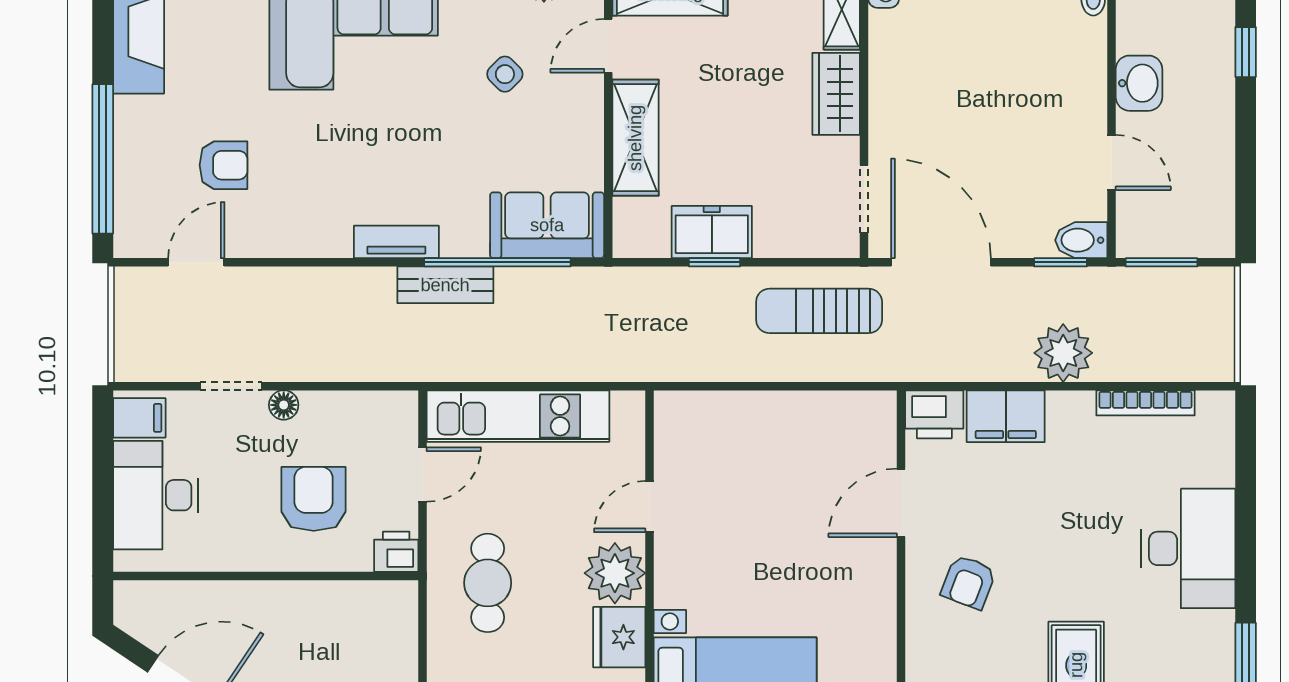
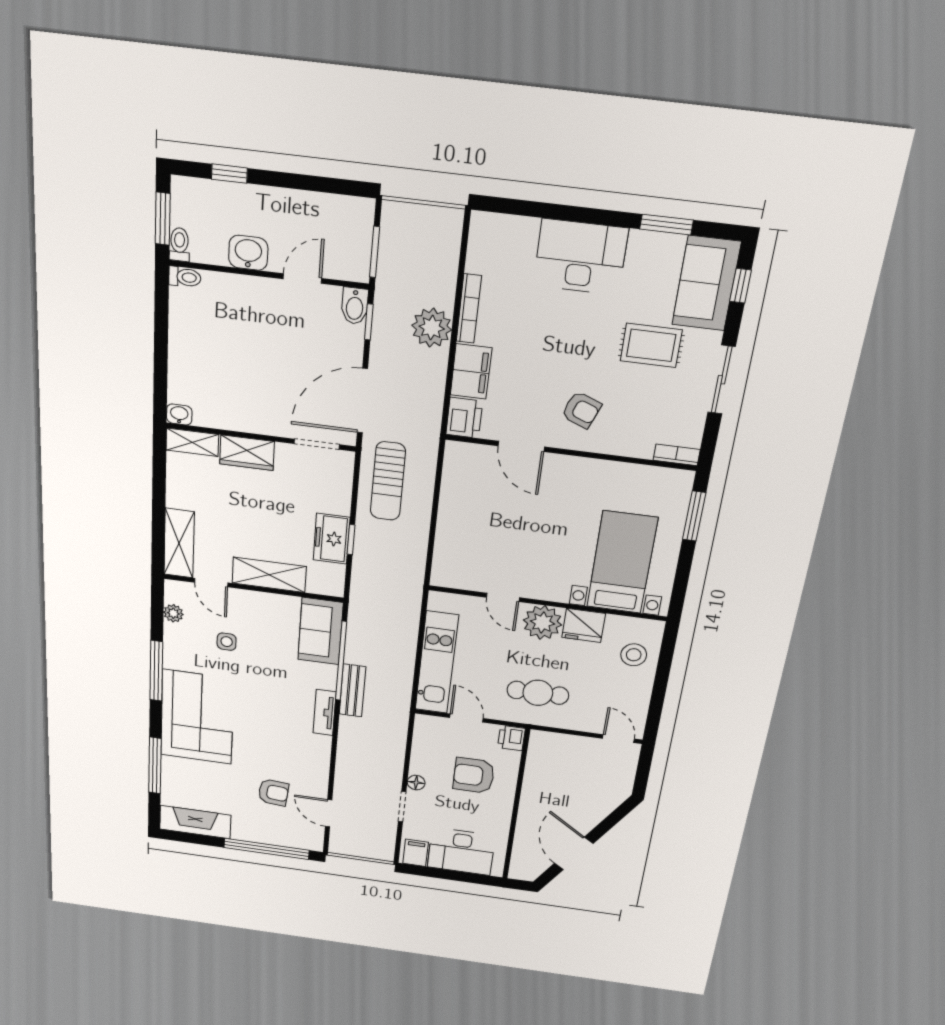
side table: (505, 74) -> (227, 642), turned 45
armchair: (224, 165) -> (273, 792), turned 95
bookcase: (1145, 403) -> (469, 309), moved

